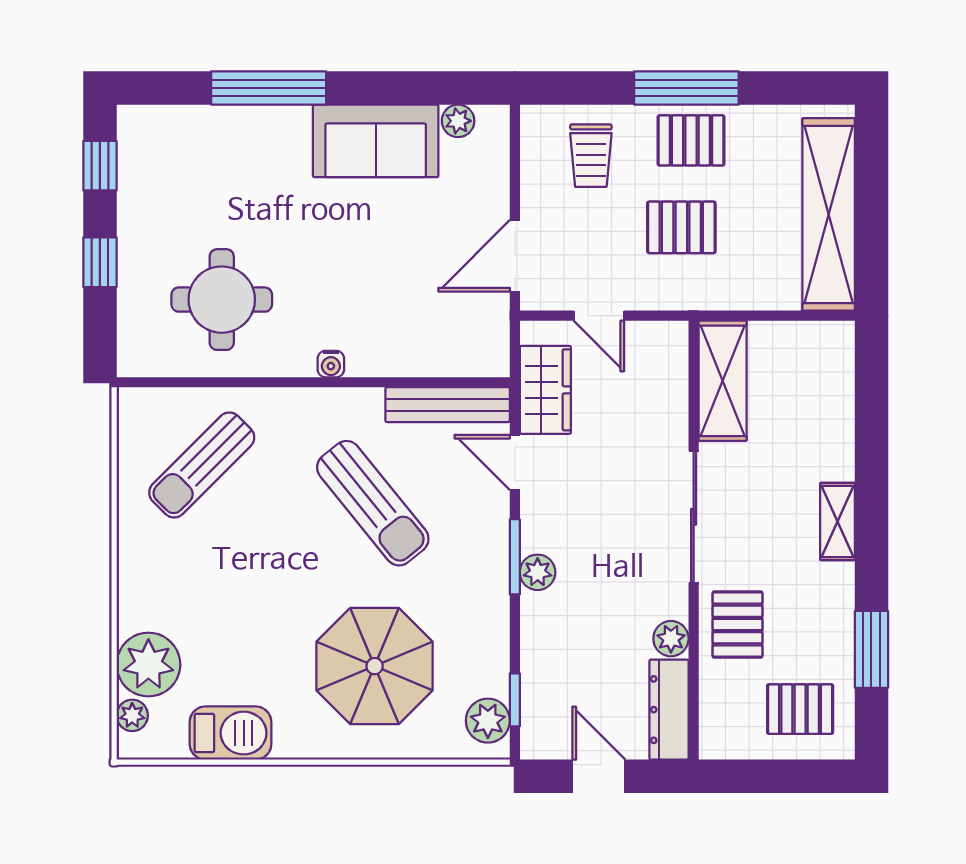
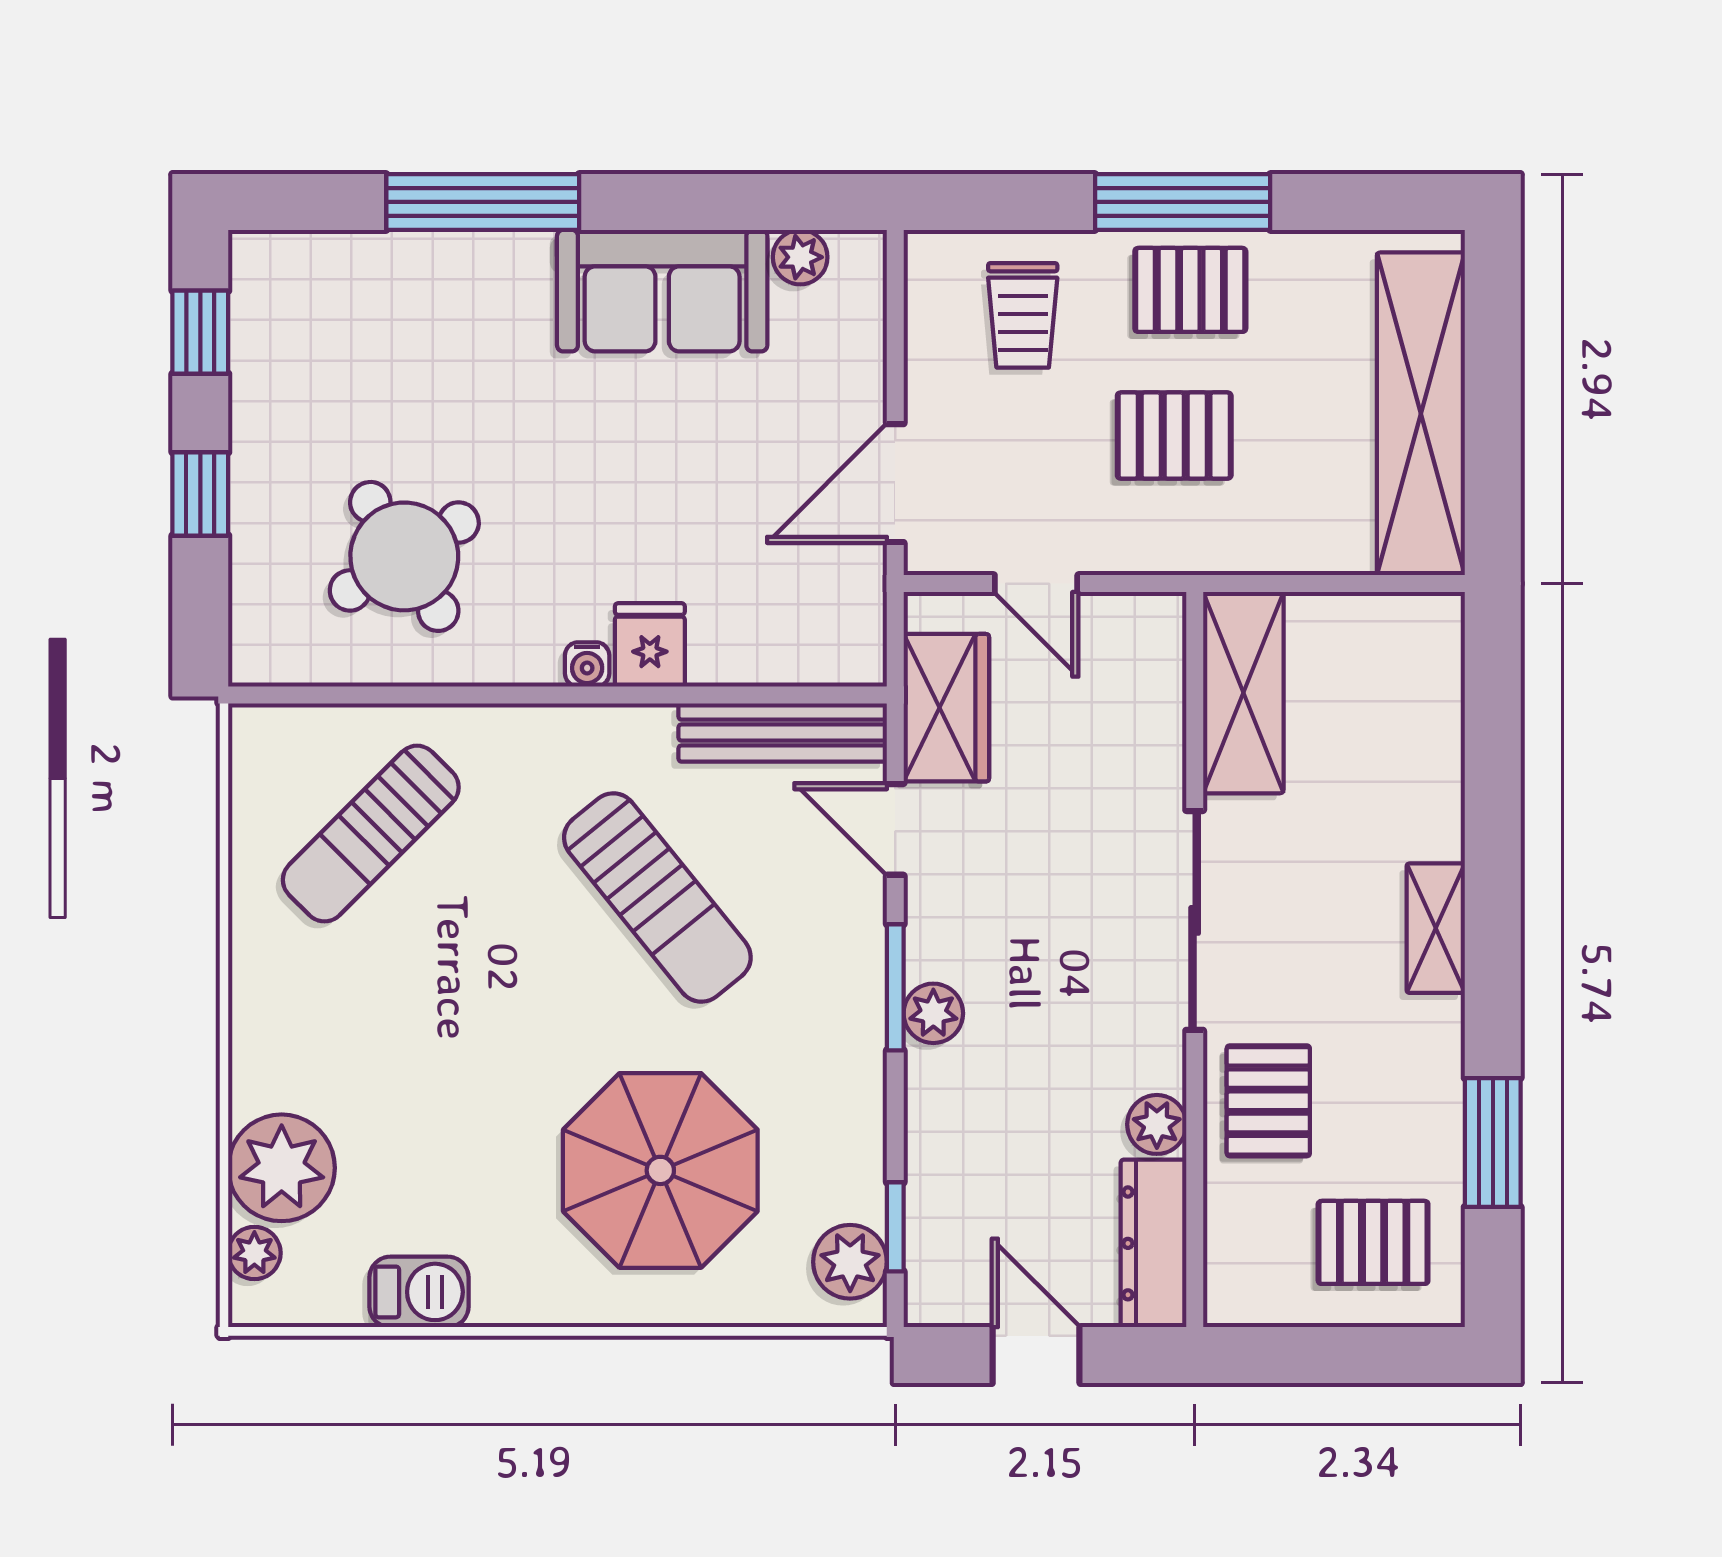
round table: (222, 300) -> (404, 556), turned -32
fridge: (368, 352) -> (650, 645), added
barbecue: (231, 733) -> (419, 1292), width x0.73, depth x0.79

